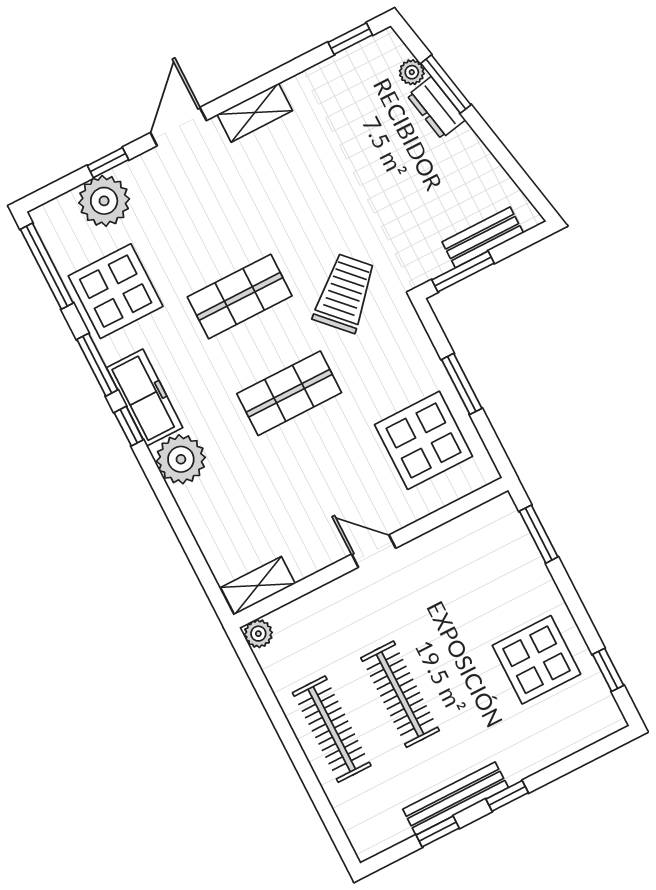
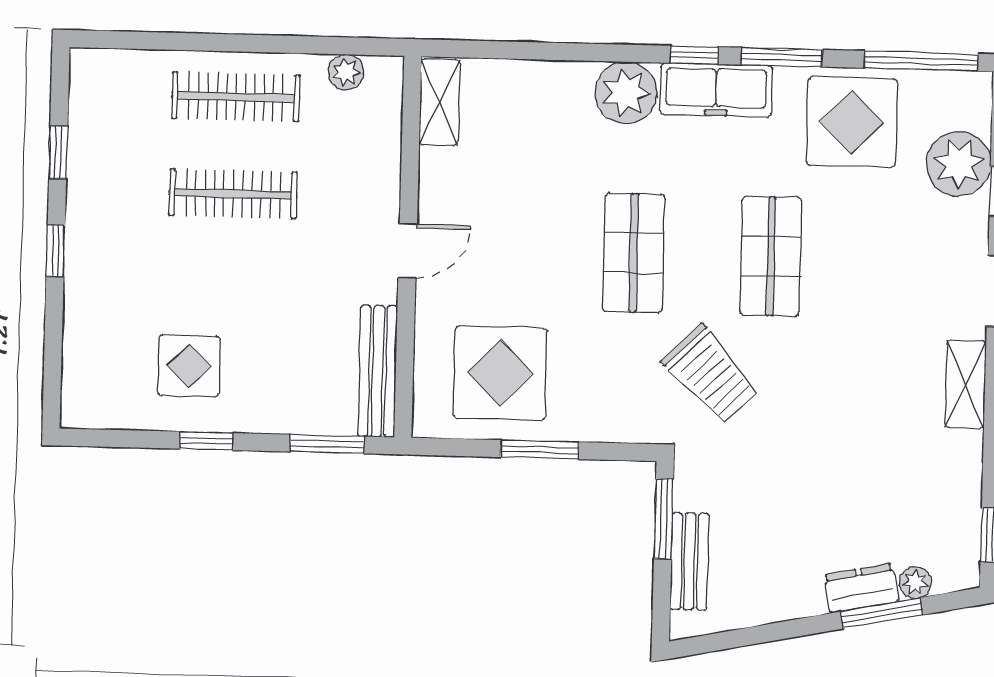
plant: (258, 634) -> (346, 72), moved
display table: (537, 660) -> (189, 366), width x0.73, depth x0.73
window: (608, 670) -> (207, 441), moved
bench: (456, 798) -> (378, 371), moved

